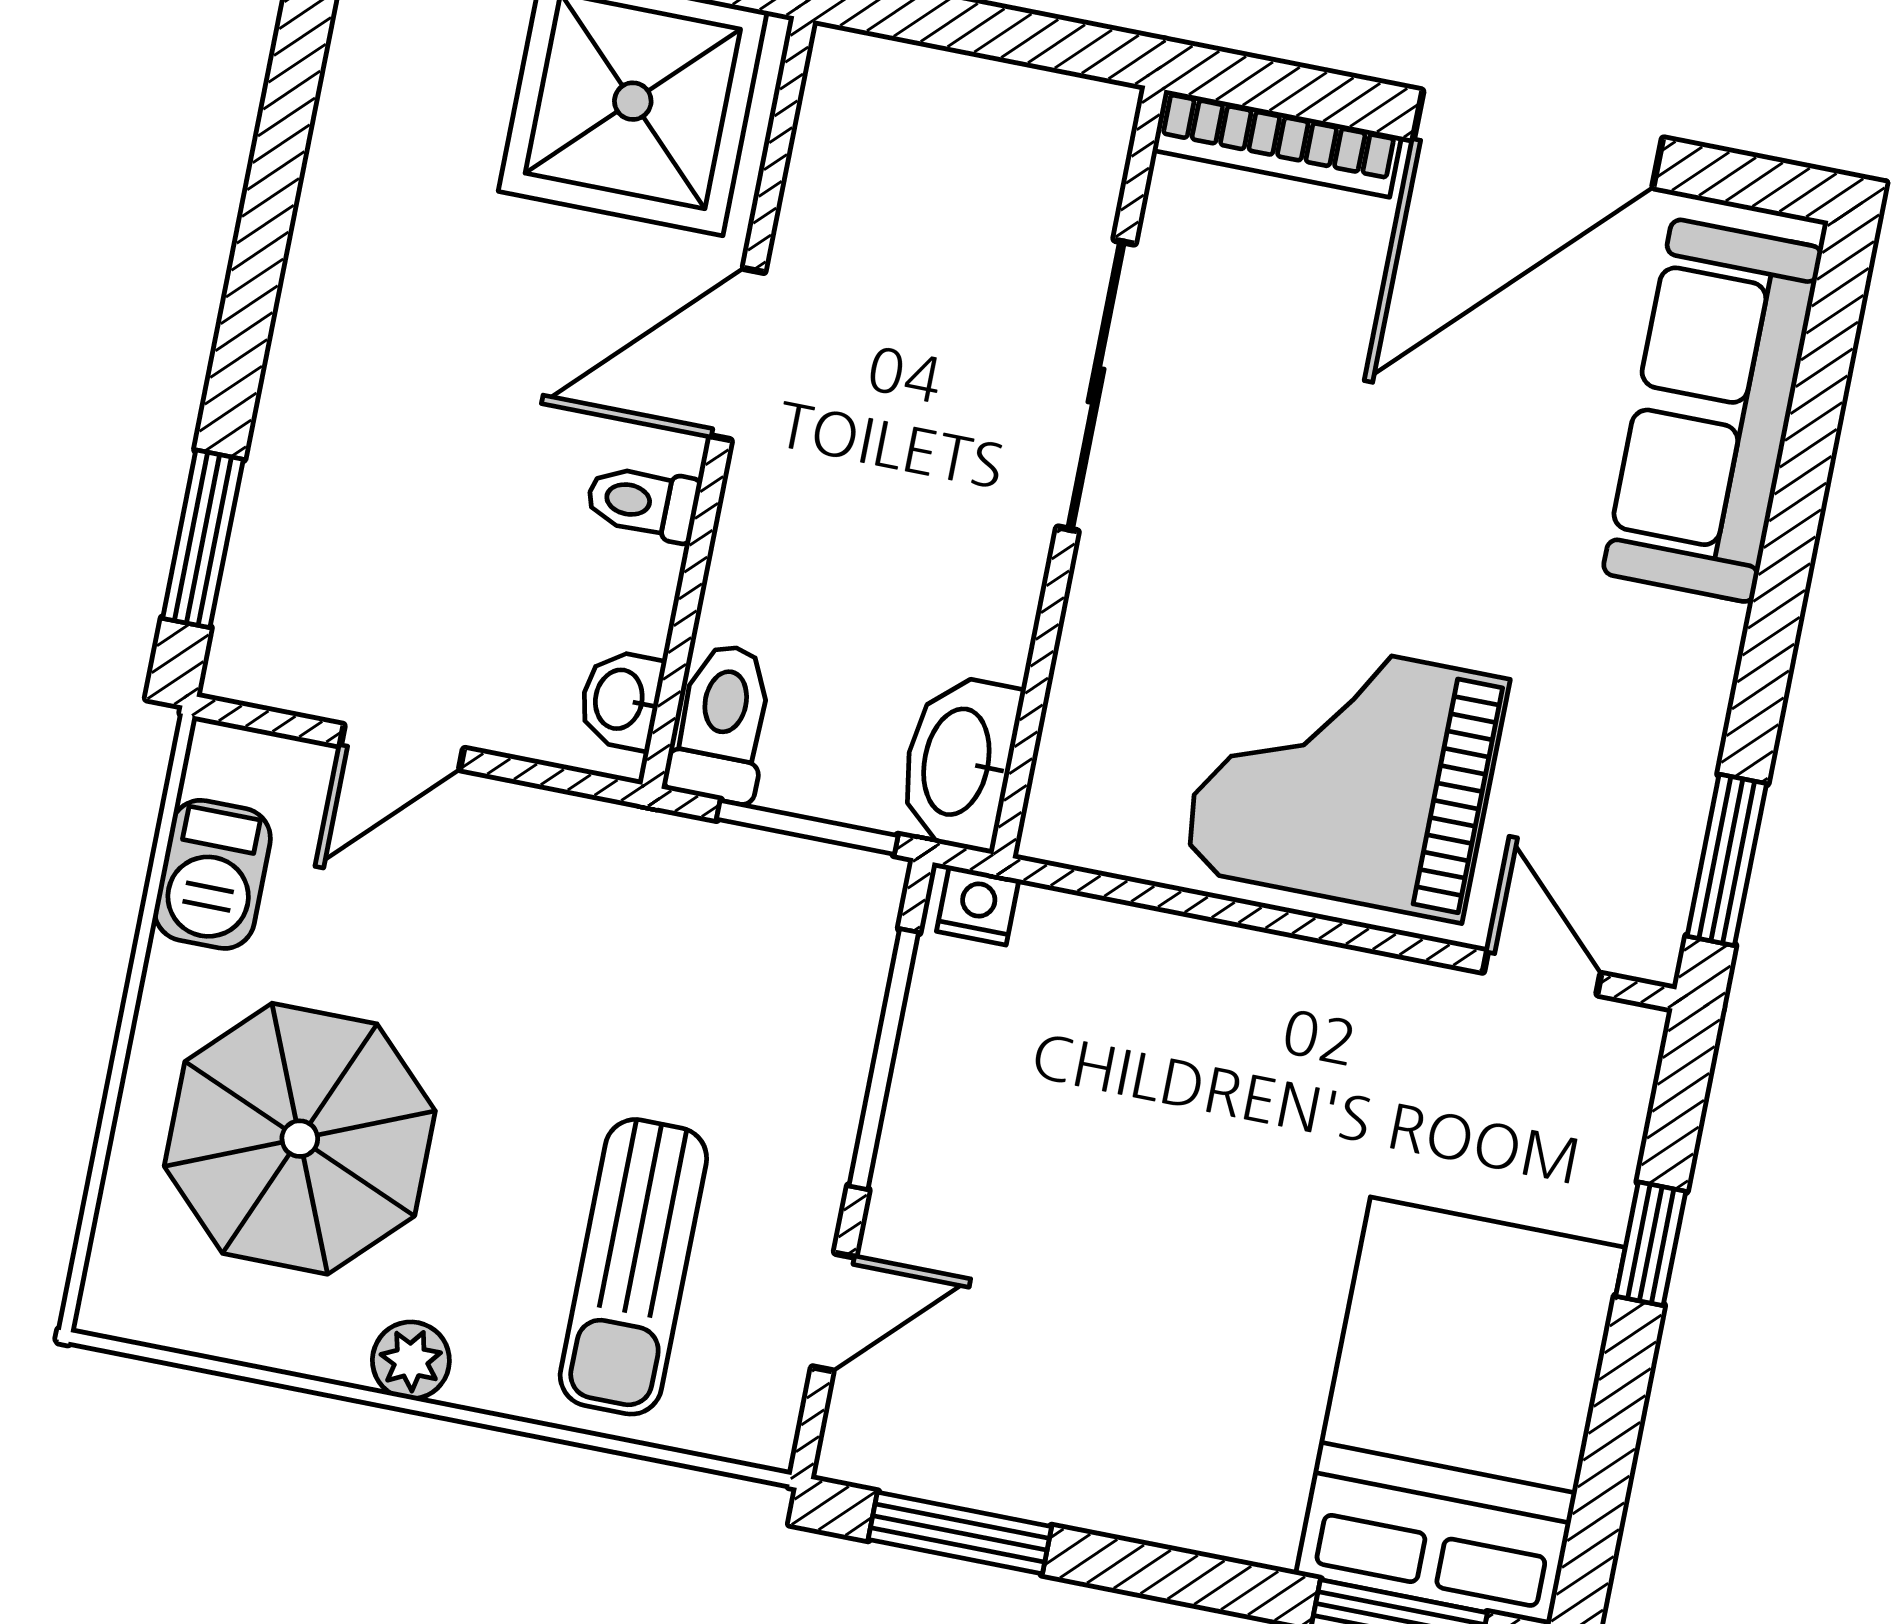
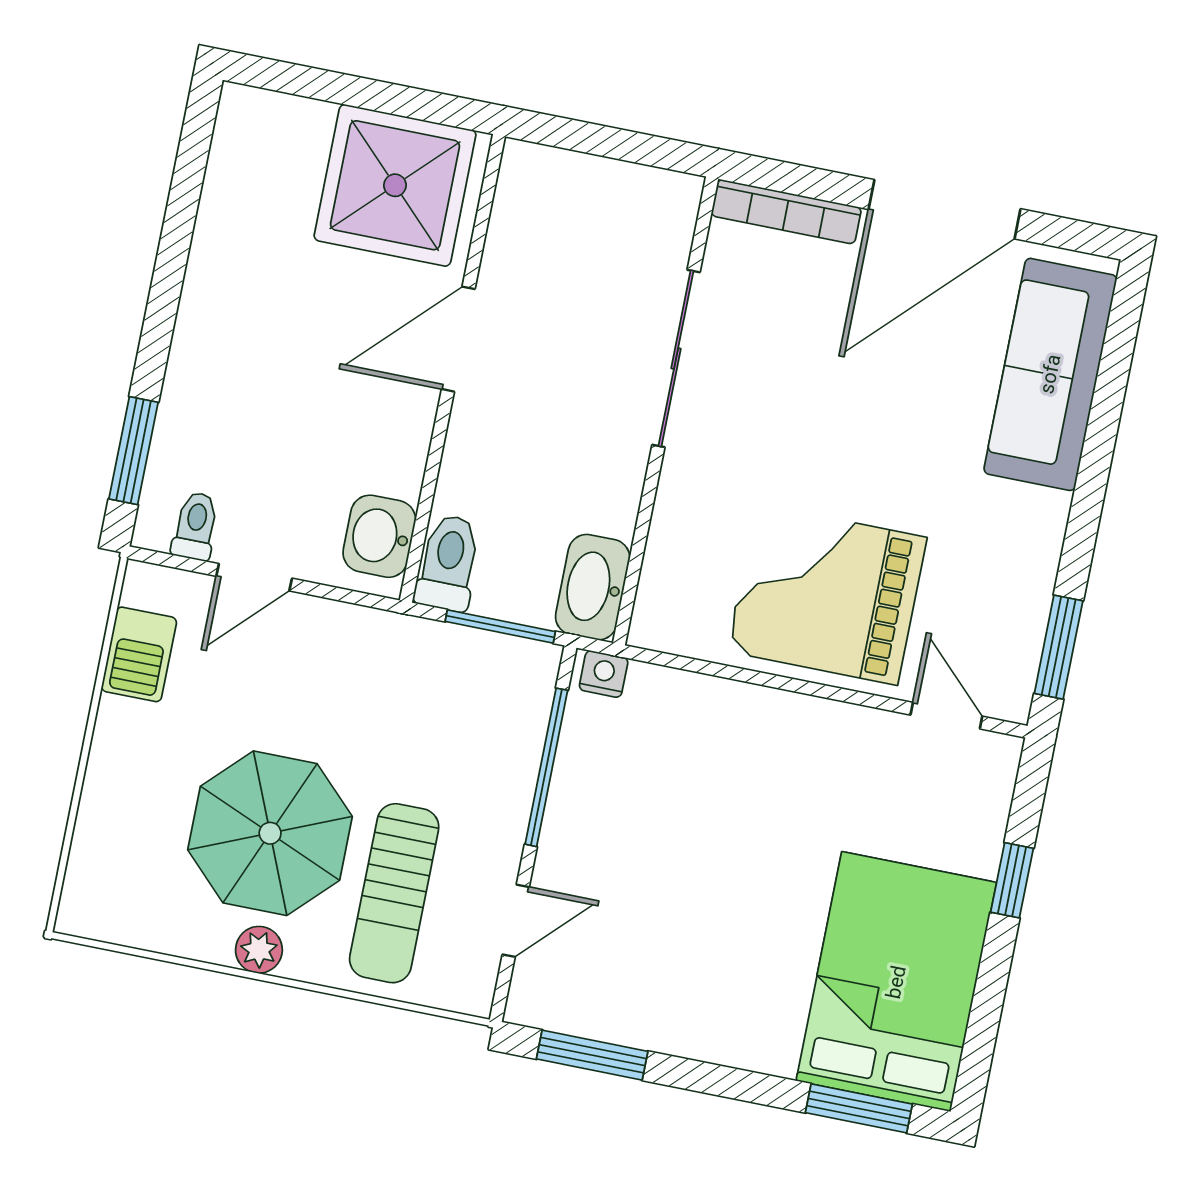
toilet: (643, 502) -> (195, 526), moved, turned 90
washbasin: (621, 700) -> (379, 536), width x1.38, depth x1.45
parasol: (300, 1139) -> (270, 833), moved

